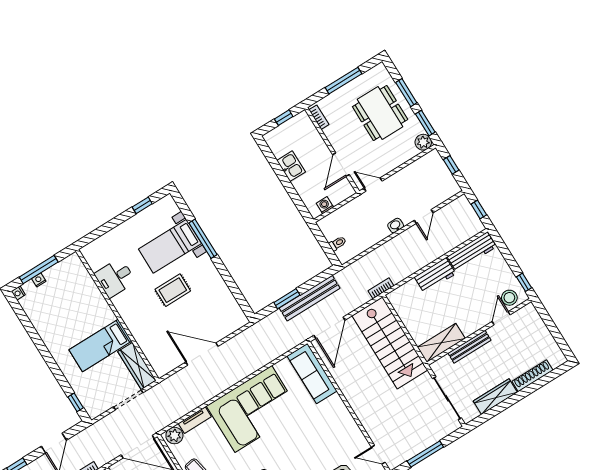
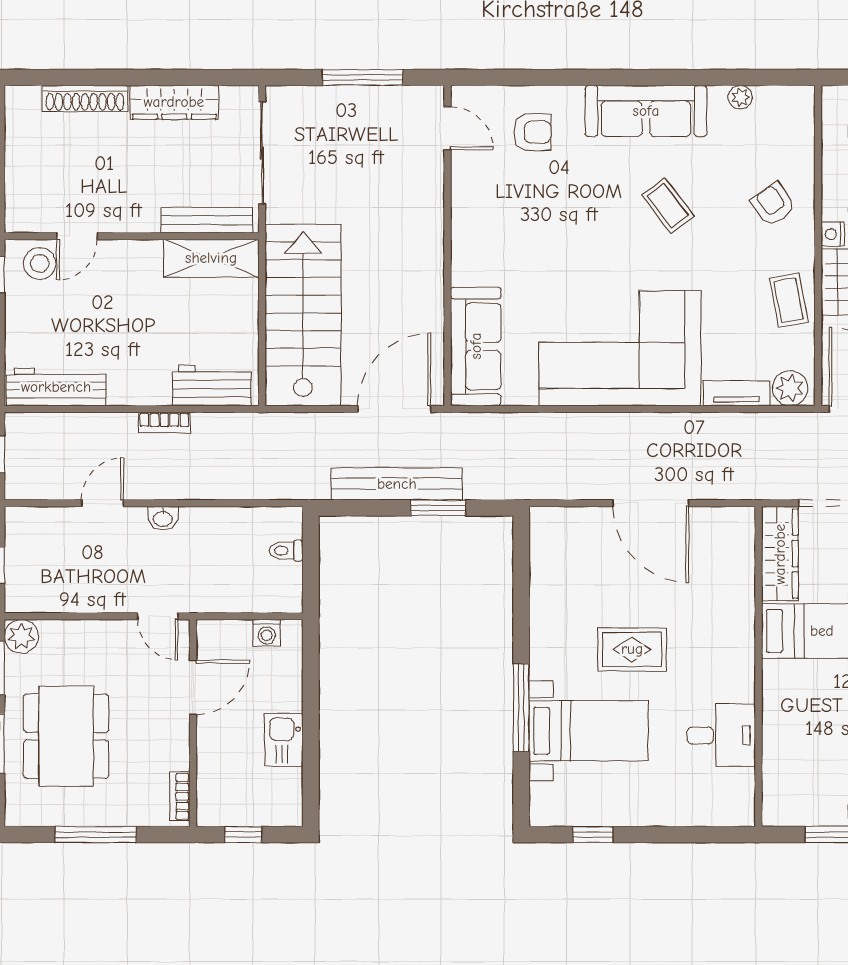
workbench: (435, 275) -> (212, 386), moved
bookcase: (381, 288) -> (164, 422), moved
bench: (469, 347) -> (207, 220), moved

